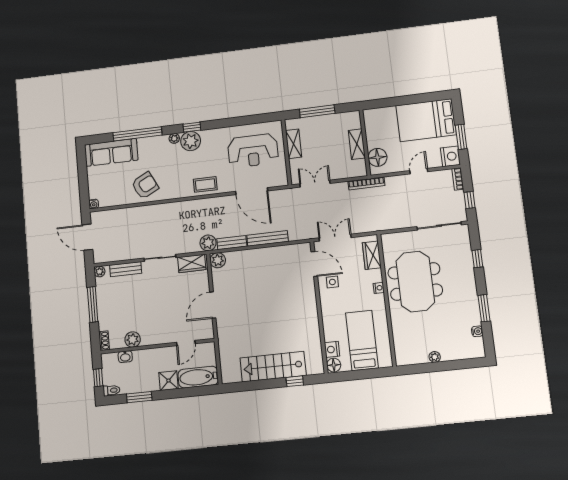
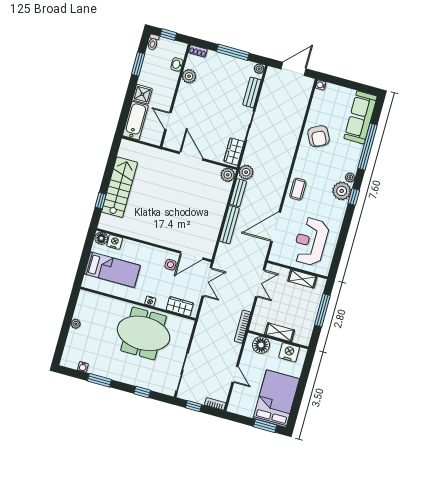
window: (461, 137) -> (265, 426), moved
nightstand: (450, 156) -> (289, 352), moved, turned 180

